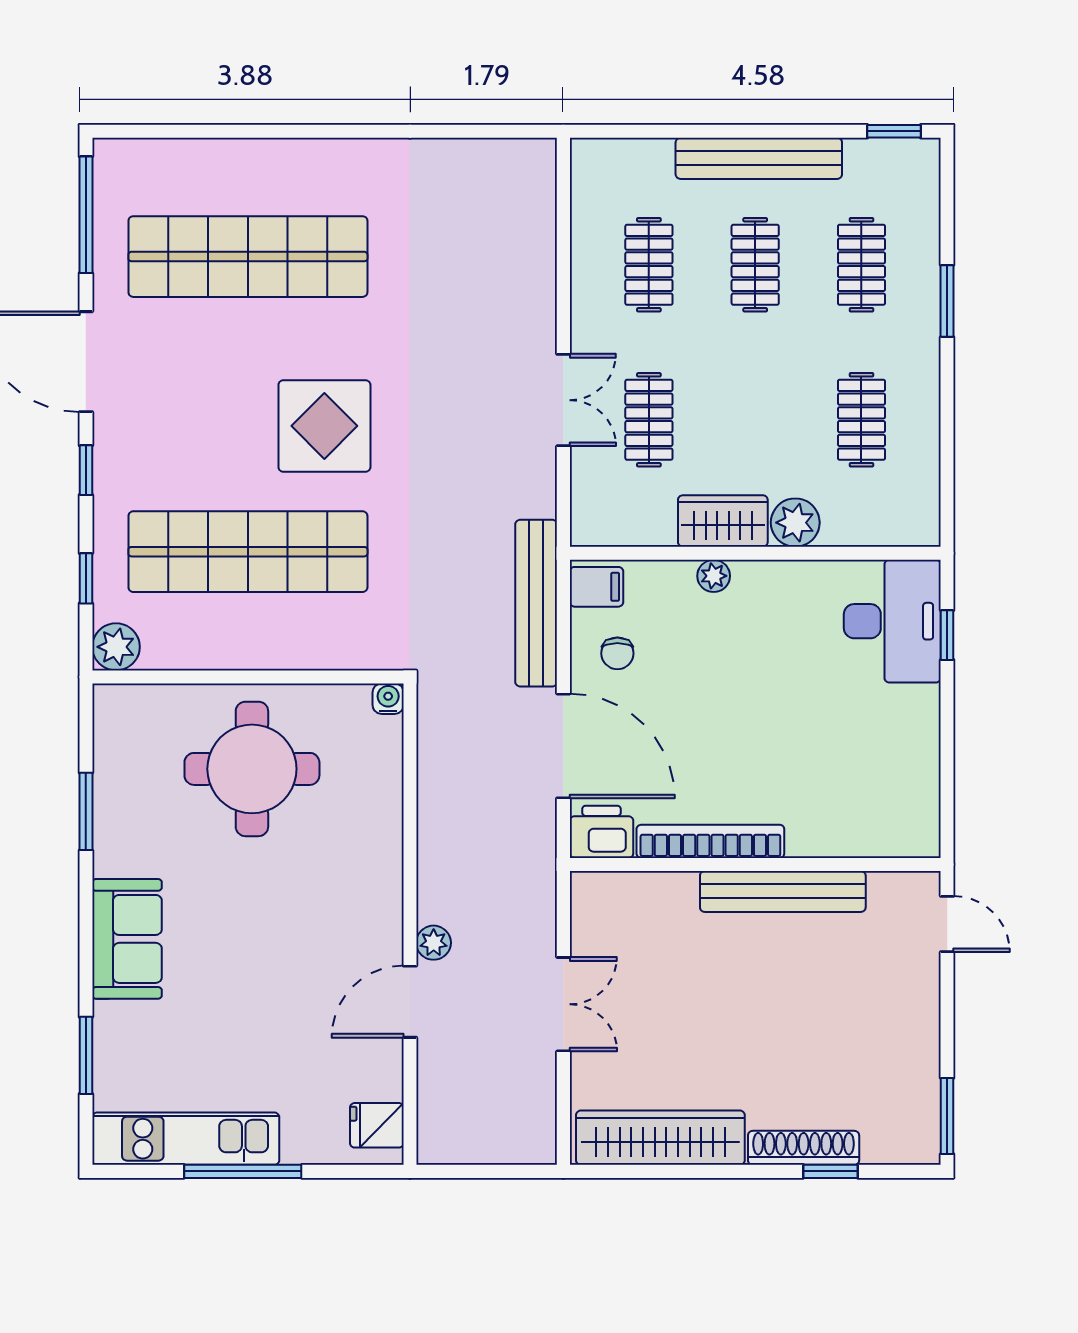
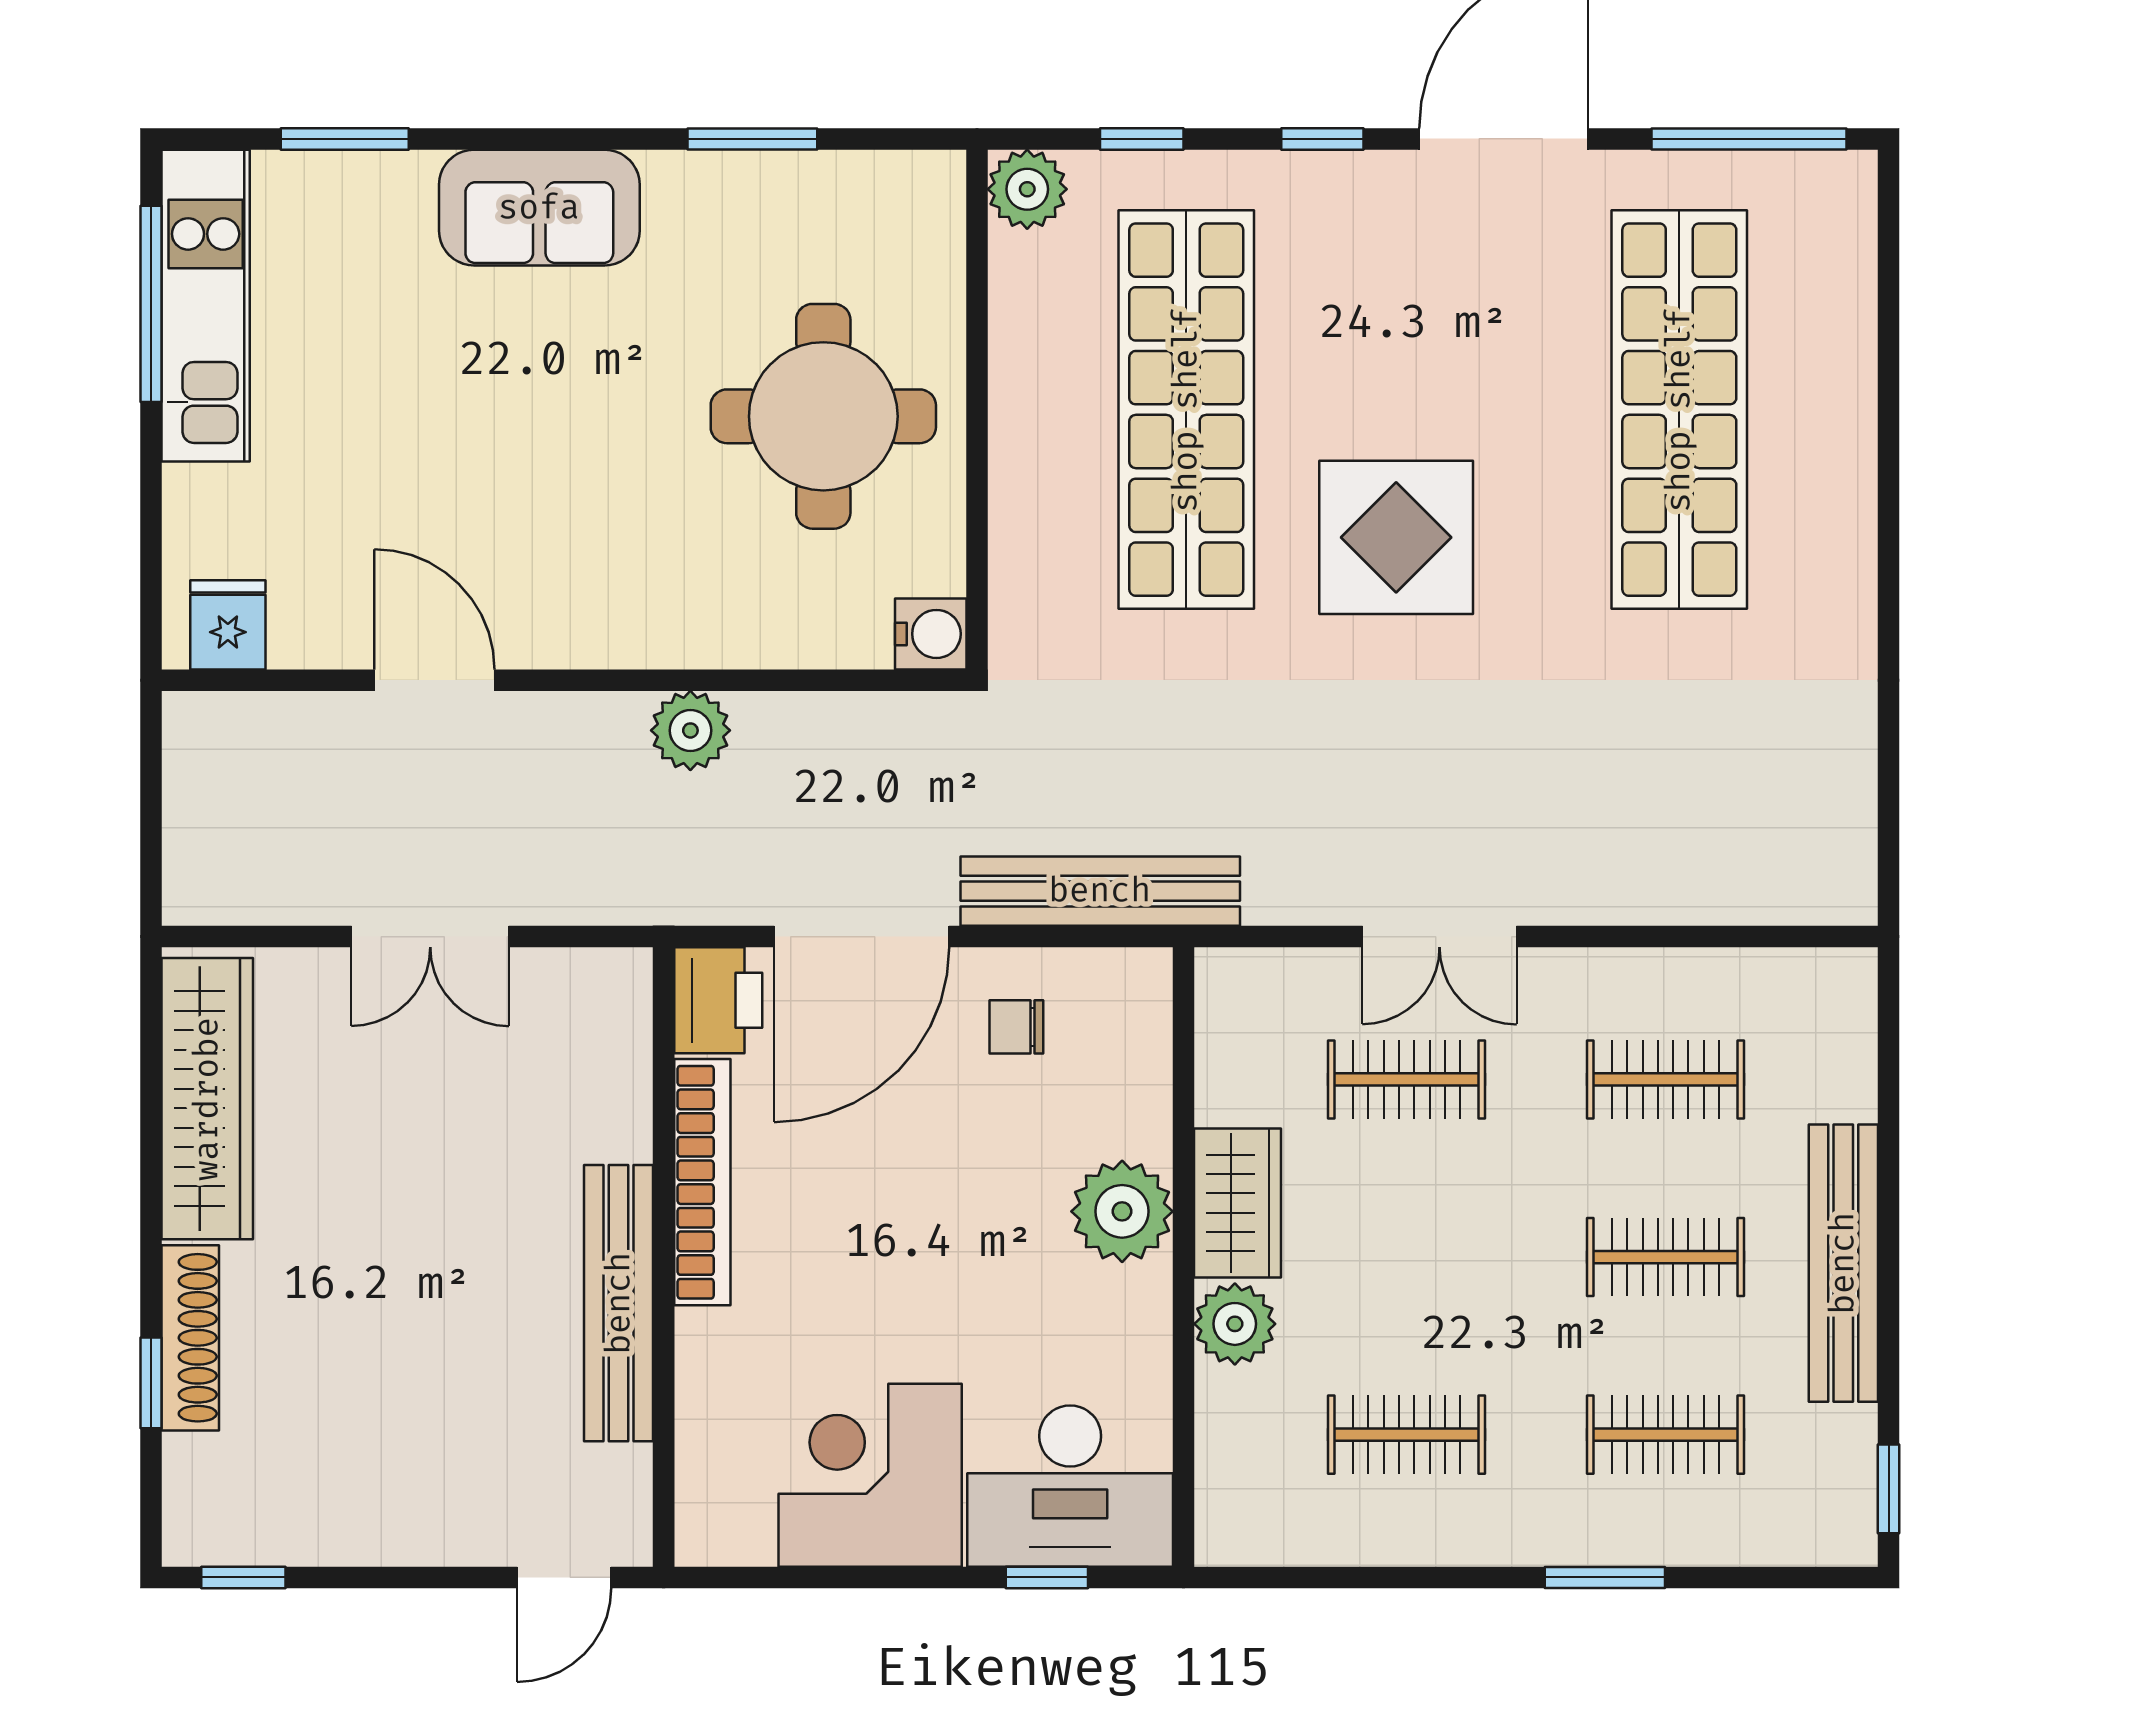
plant: (714, 576) -> (1122, 1211), width x1.88, depth x1.88
filing cabinet: (596, 587) -> (1128, 992), removed
water cooler: (388, 699) -> (931, 634), width x1.38, depth x1.38
corner desk: (886, 741) -> (870, 1475), added
plant: (434, 943) -> (690, 730), moved, width x1.38, depth x1.38
window: (947, 1116) -> (243, 1577), width x0.67
window: (243, 1171) -> (151, 304), moved

